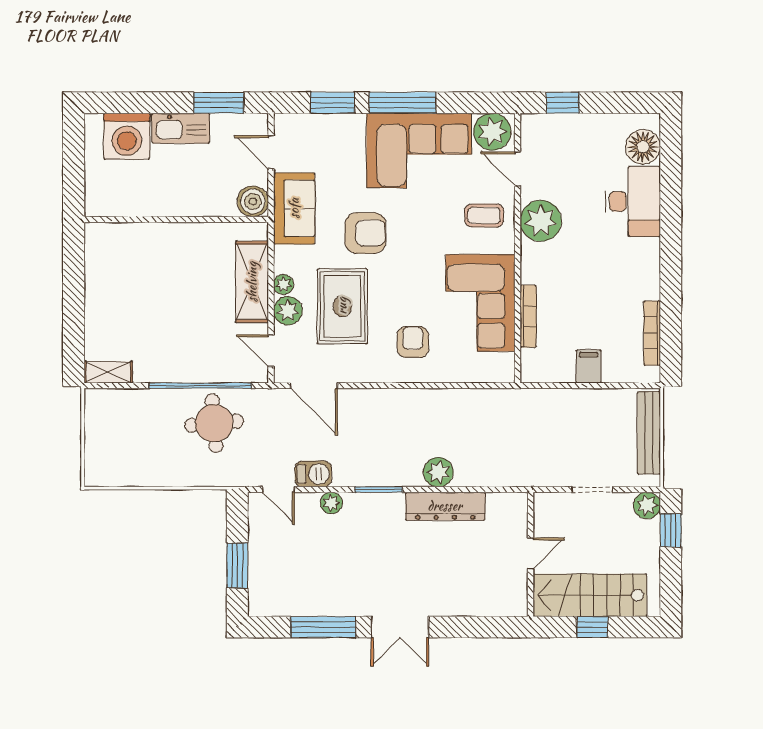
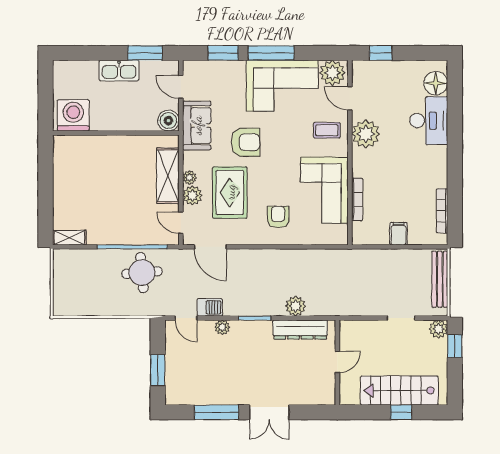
washing machine: (127, 136) -> (73, 115), moved, turned 180
door: (531, 553) -> (337, 362), moved
wall: (531, 554) -> (337, 362), moved

